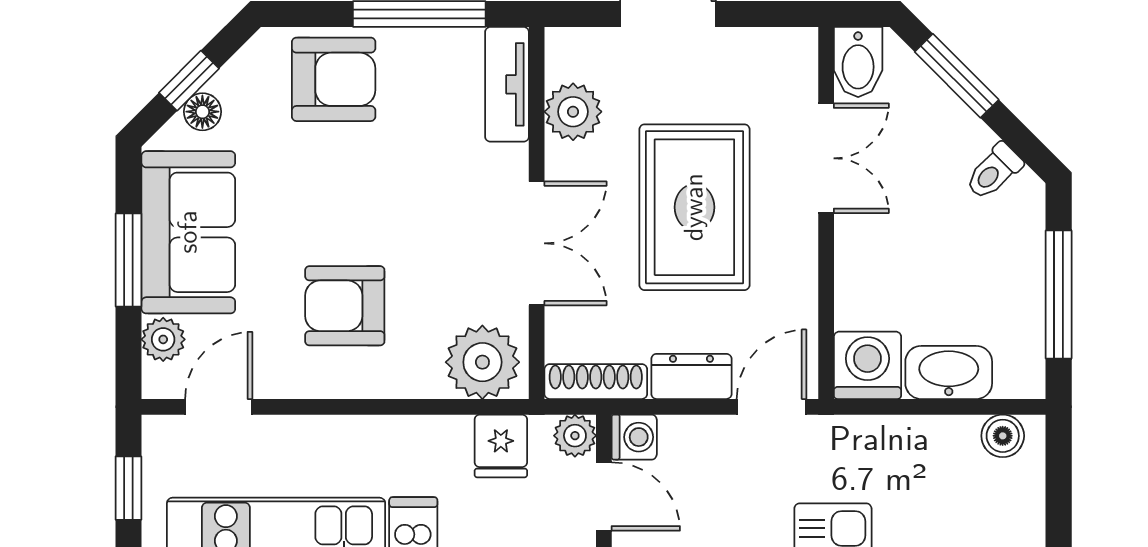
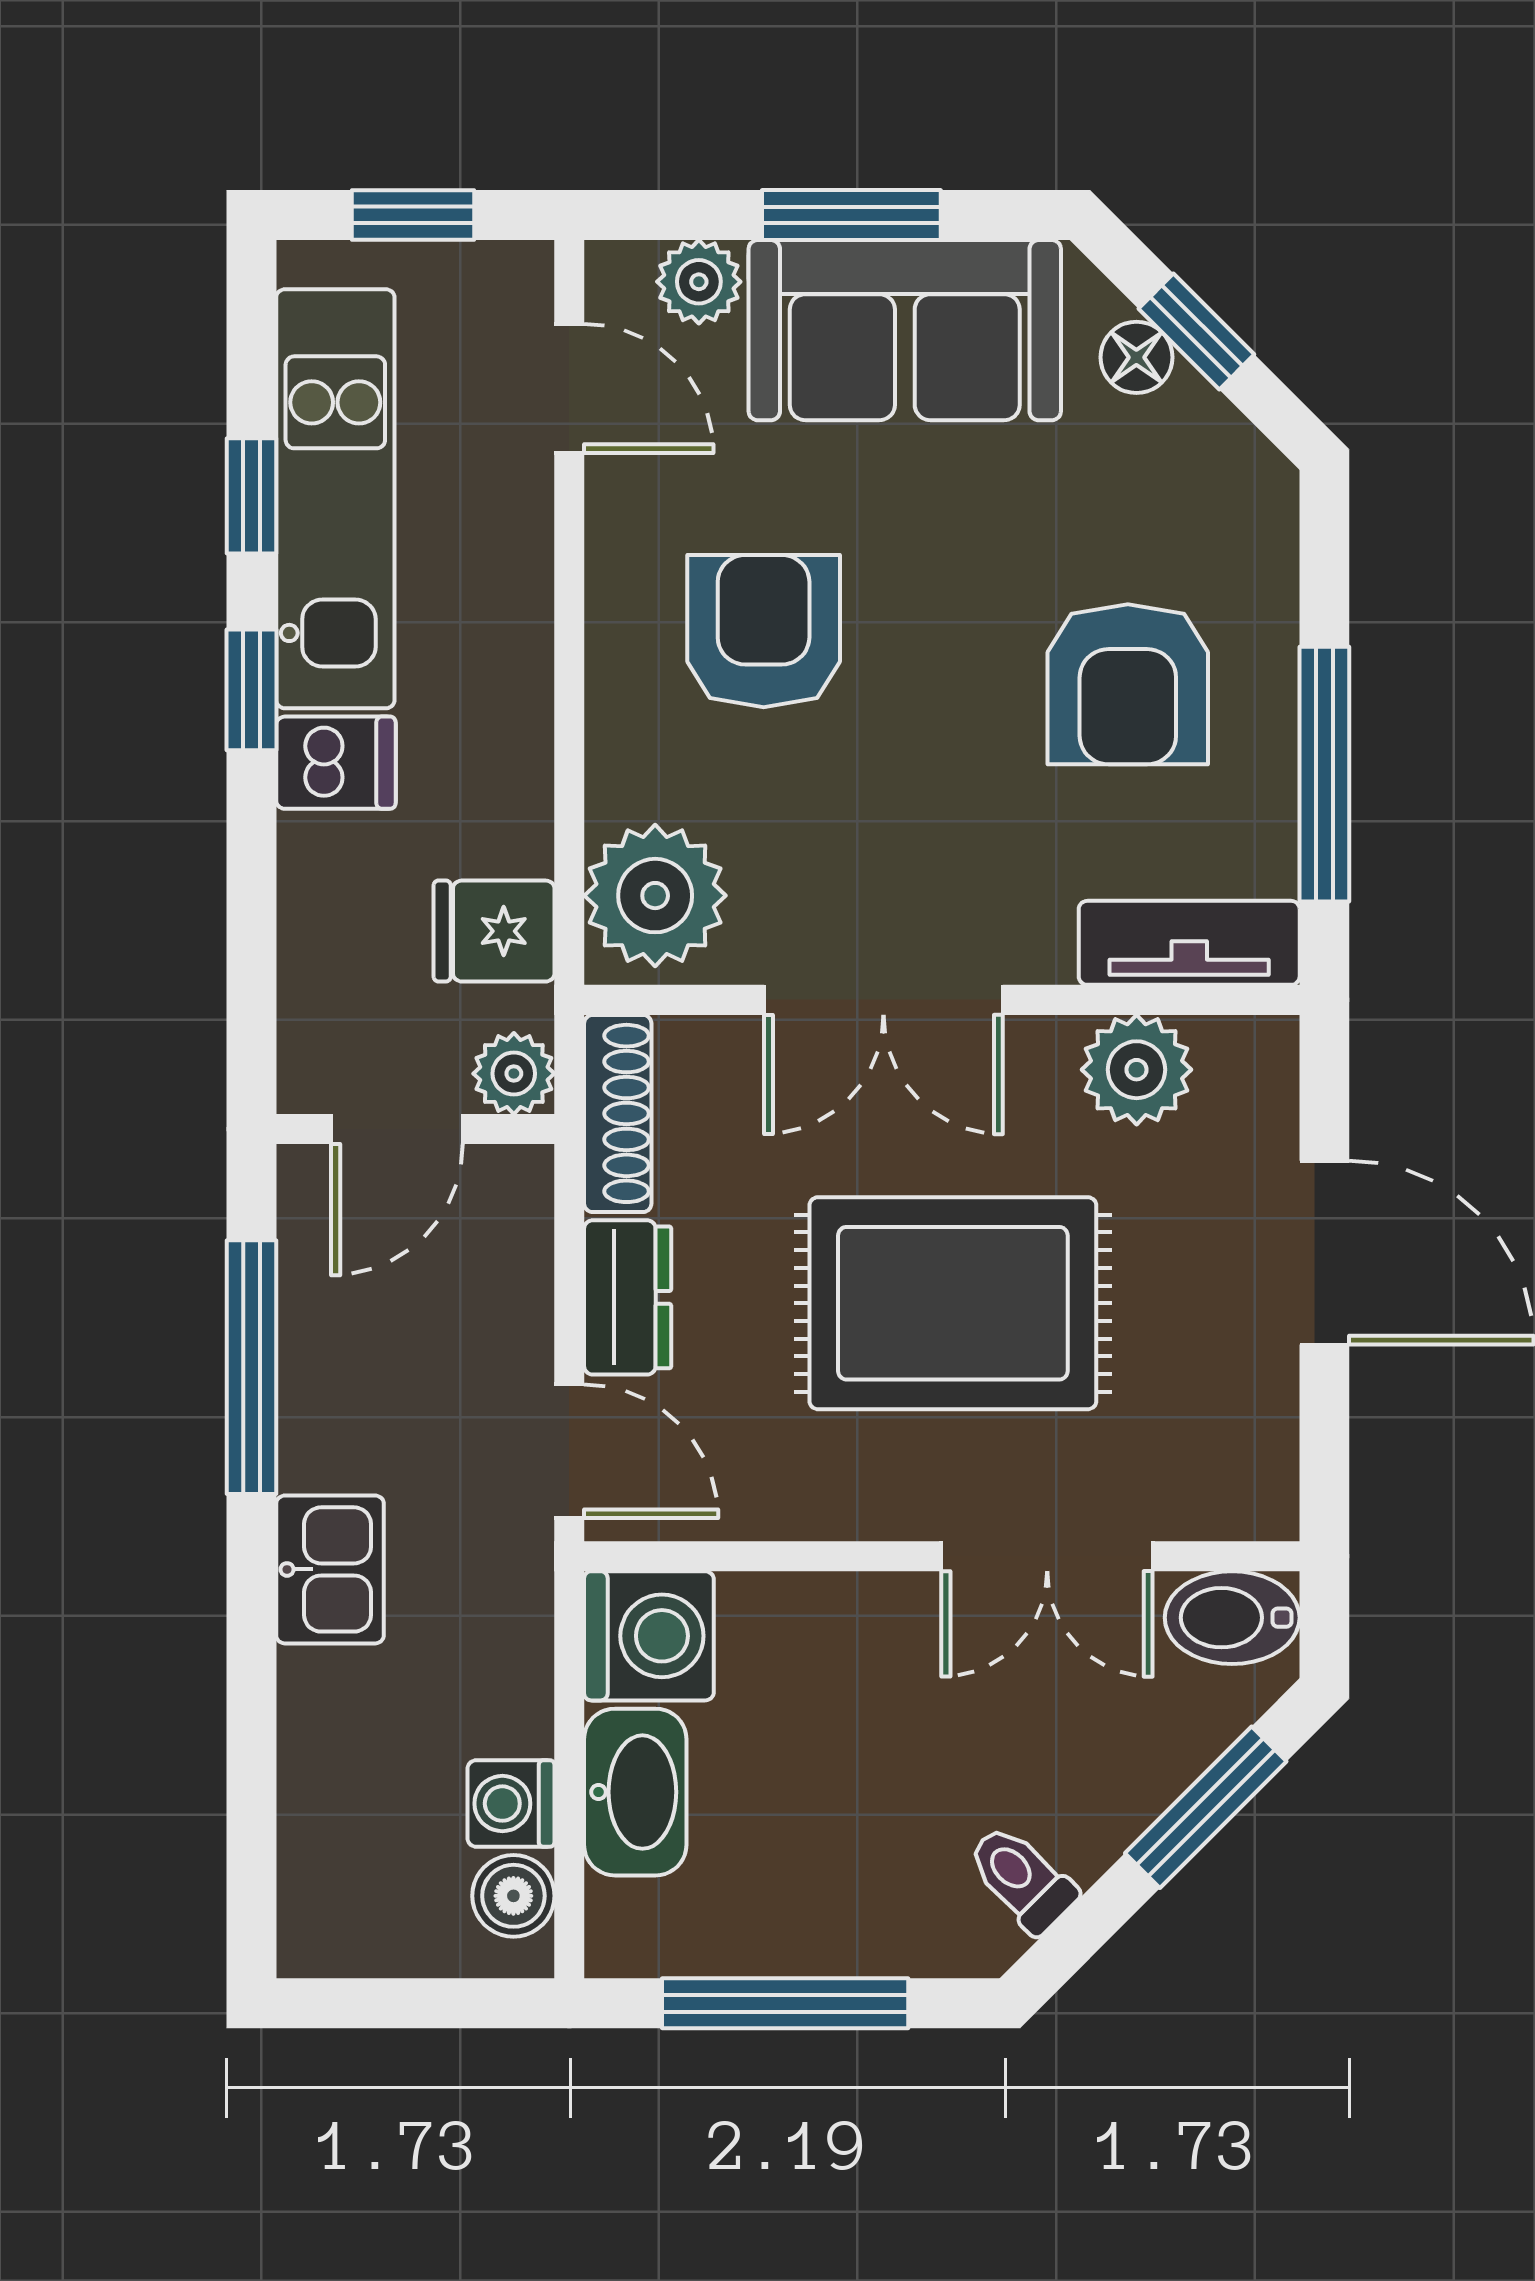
armchair: (334, 79) -> (1128, 684), moved
washing machine: (634, 437) -> (511, 1804), moved, turned 90

